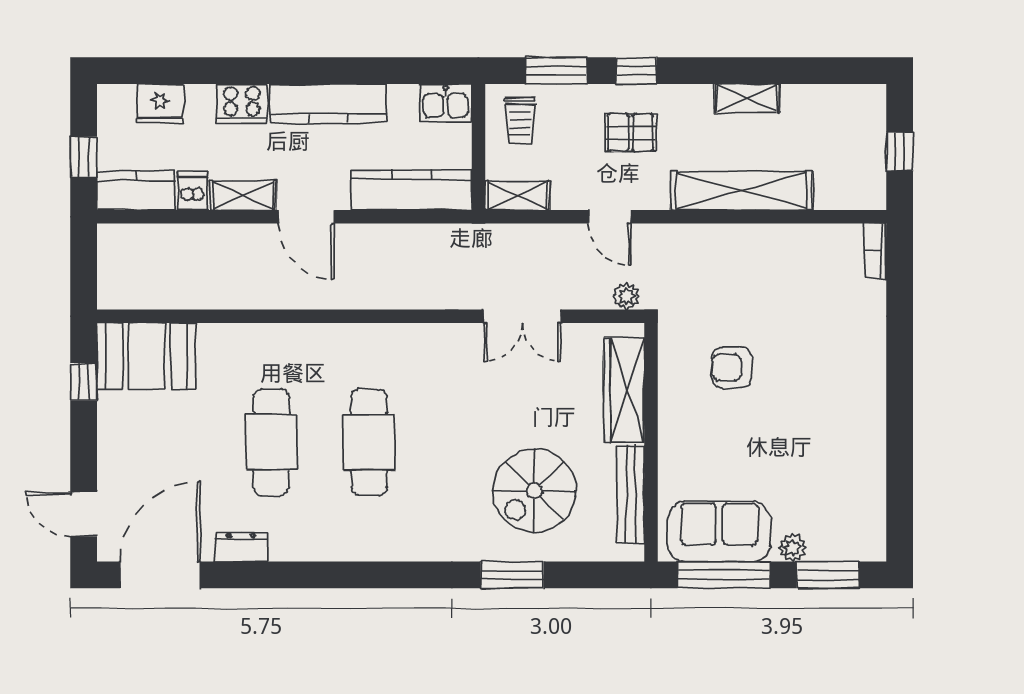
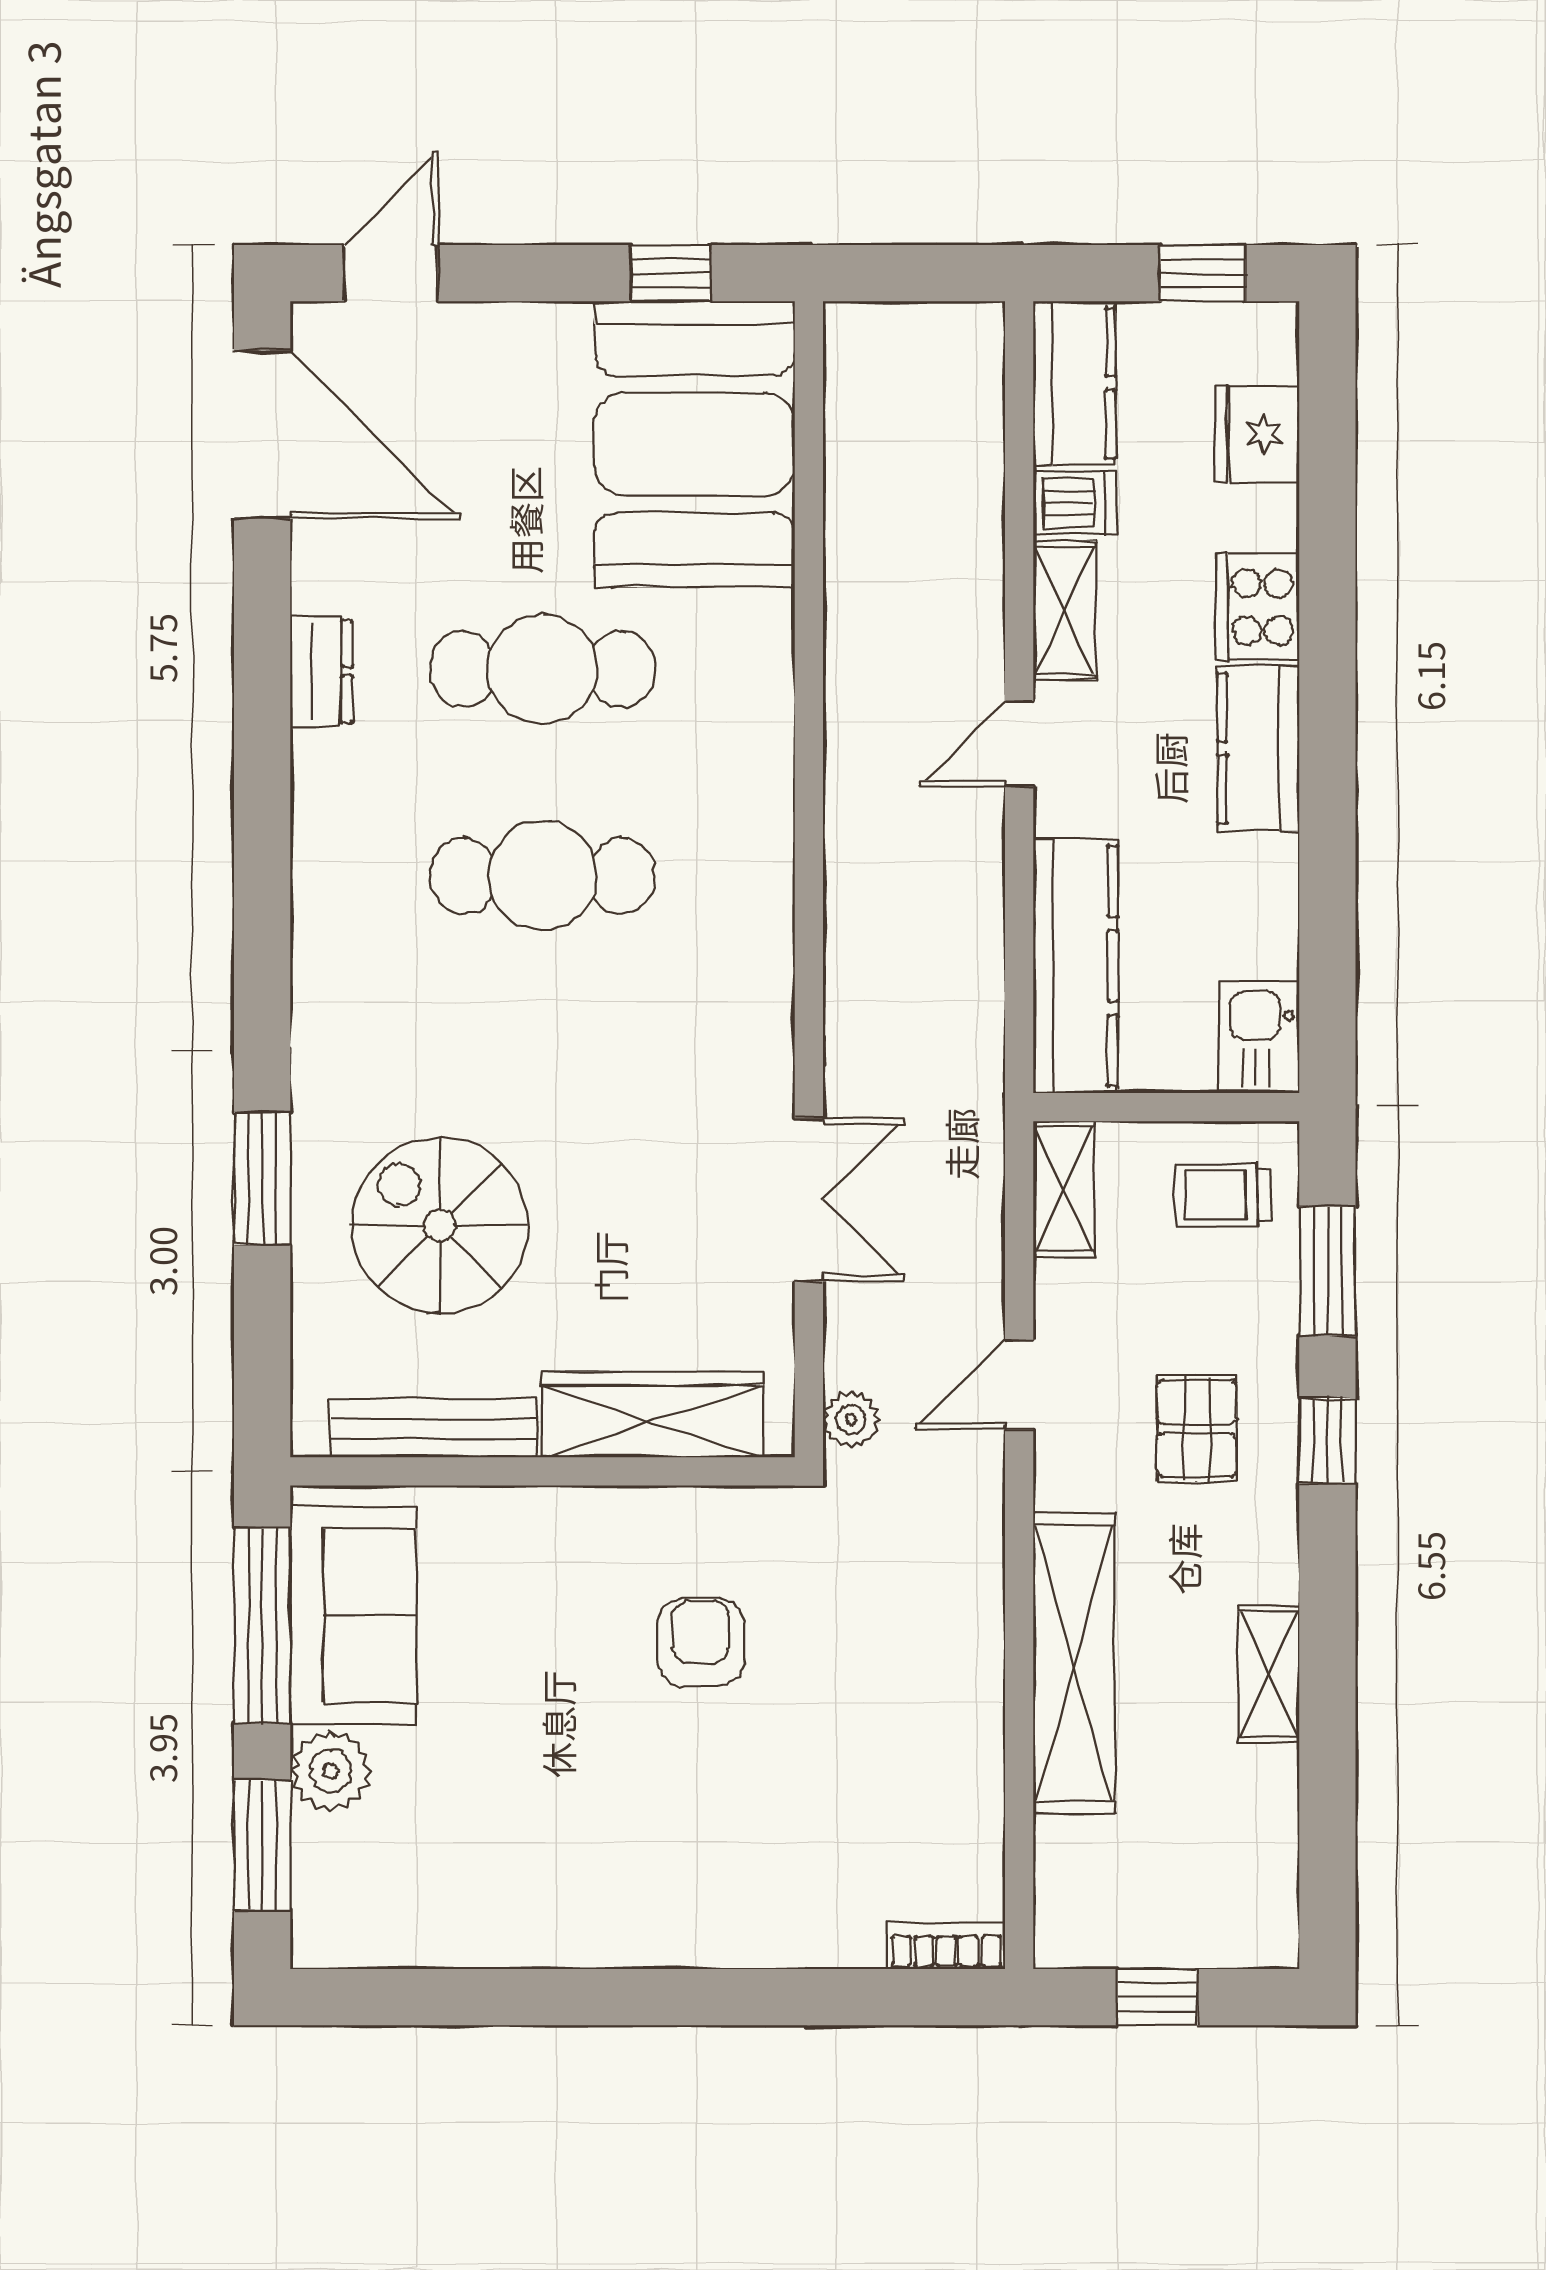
kitchen counter: (328, 103) -> (1258, 749), width x0.67
window: (84, 157) -> (1203, 273), moved
door: (306, 217) -> (1019, 744), width x0.73
double door: (522, 316) -> (809, 1200), swing flipped
booth: (147, 356) -> (695, 444), width x1.36, depth x1.42
dresser: (241, 547) -> (321, 672), moved
plant: (793, 548) -> (331, 1771), width x1.38, depth x1.38

